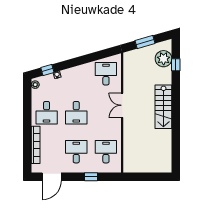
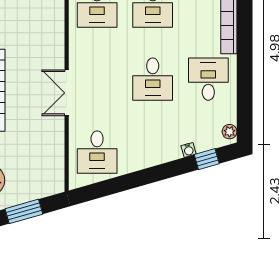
double door: (122, 105) -> (67, 93), swing flipped
desk: (76, 113) -> (153, 79), turned 180

